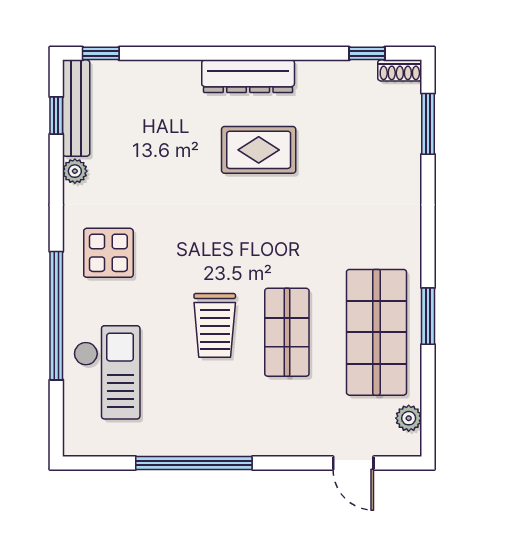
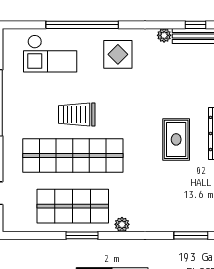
shop shelf: (287, 332) -> (73, 155), width x2.00, depth x1.36
plant: (409, 418) -> (122, 224), moved

